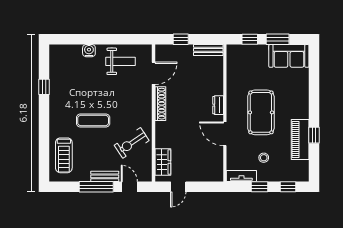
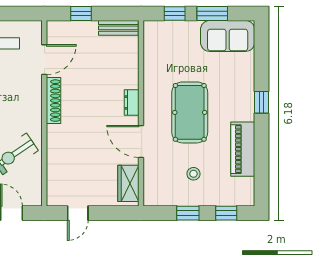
window: (314, 135) -> (262, 102), moved
wardrobe: (163, 162) -> (128, 183), moved, turned 180
tv unit: (241, 176) -> (163, 198), removed

